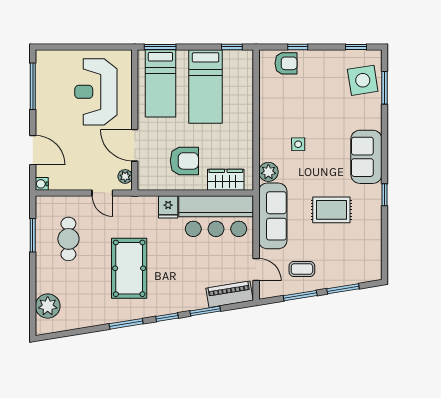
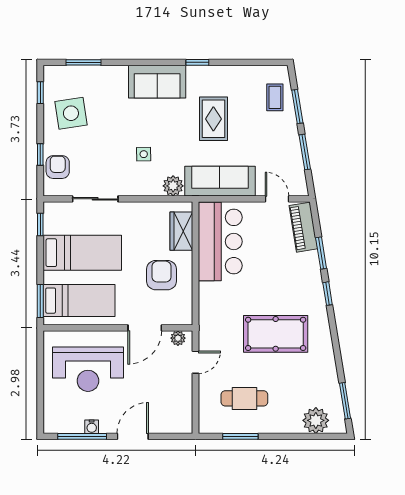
side table: (363, 80) -> (71, 113), moved
sliding door: (256, 99) -> (95, 199), added
door: (33, 150) -> (133, 436), moved
water cooler: (42, 184) -> (92, 427), moved
fridge: (168, 207) -> (210, 292), removed
coffee table: (302, 269) -> (275, 97), moved
door: (256, 270) -> (277, 199), hinge flipped
window: (126, 324) -> (345, 401), moved

